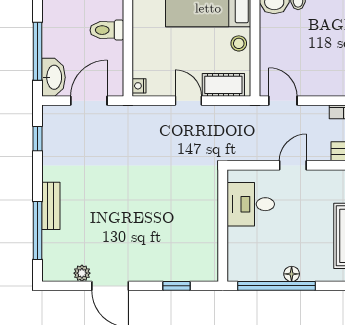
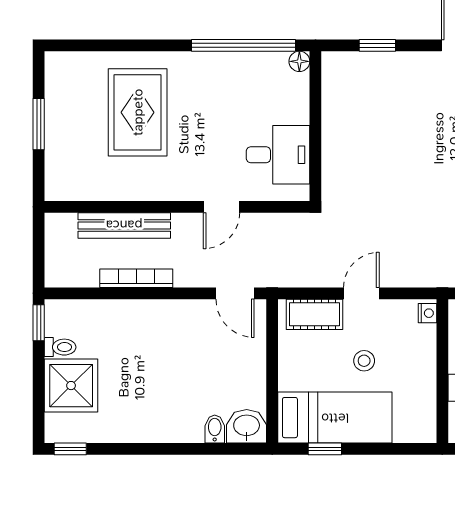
stool: (239, 43) -> (364, 361), moved
door: (188, 101) -> (361, 293), swing flipped
floor lamp: (292, 274) -> (299, 61), moved

